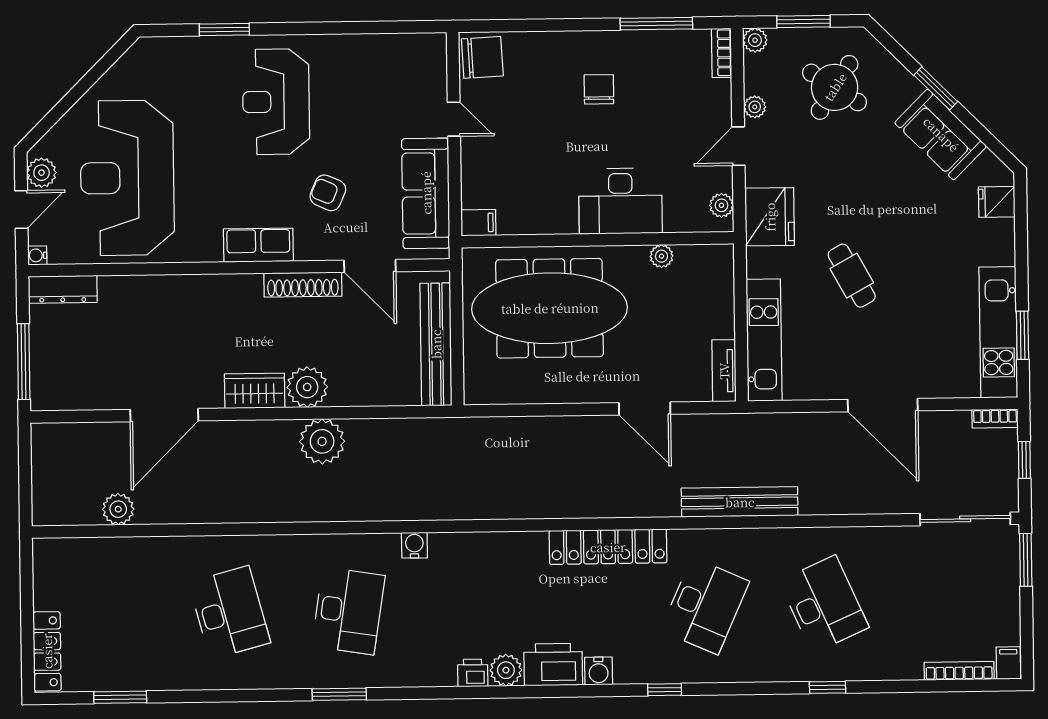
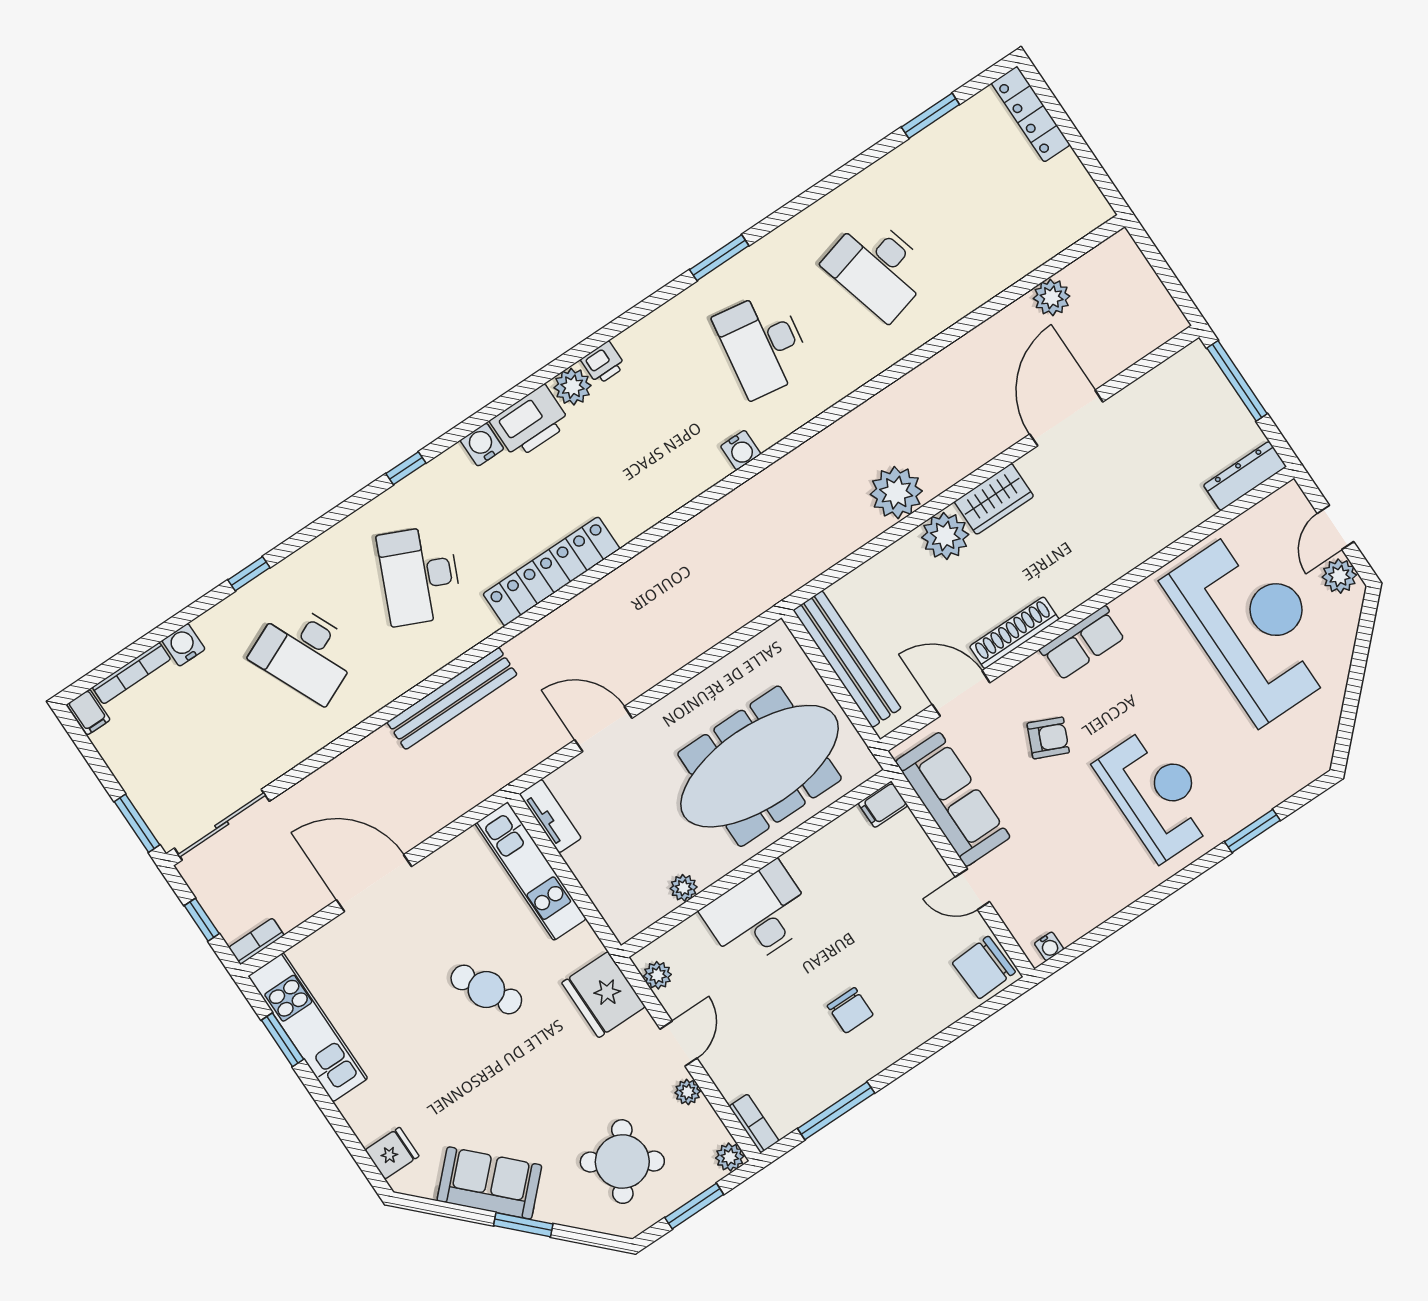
water cooler: (37, 255) -> (1049, 946), moved, turned 90
water cooler: (908, 667) -> (183, 645), added

